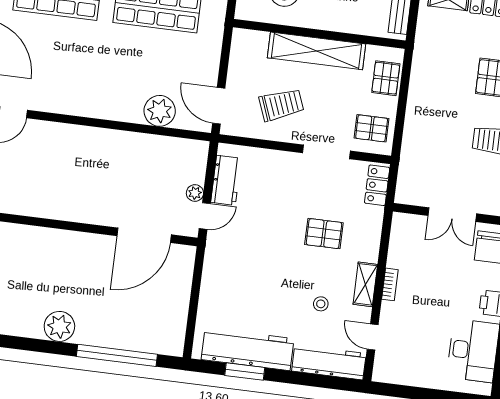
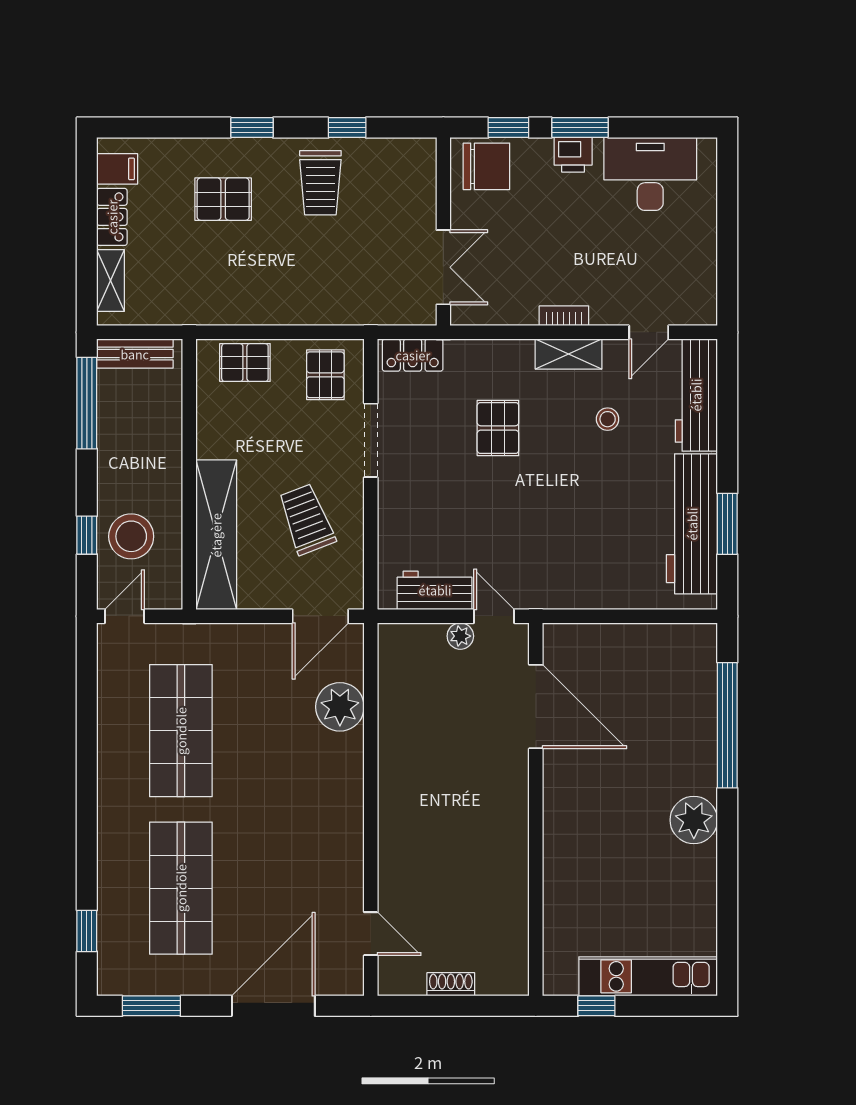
shelving: (316, 51) -> (216, 535), moved
double door: (452, 215) -> (443, 267), moved

